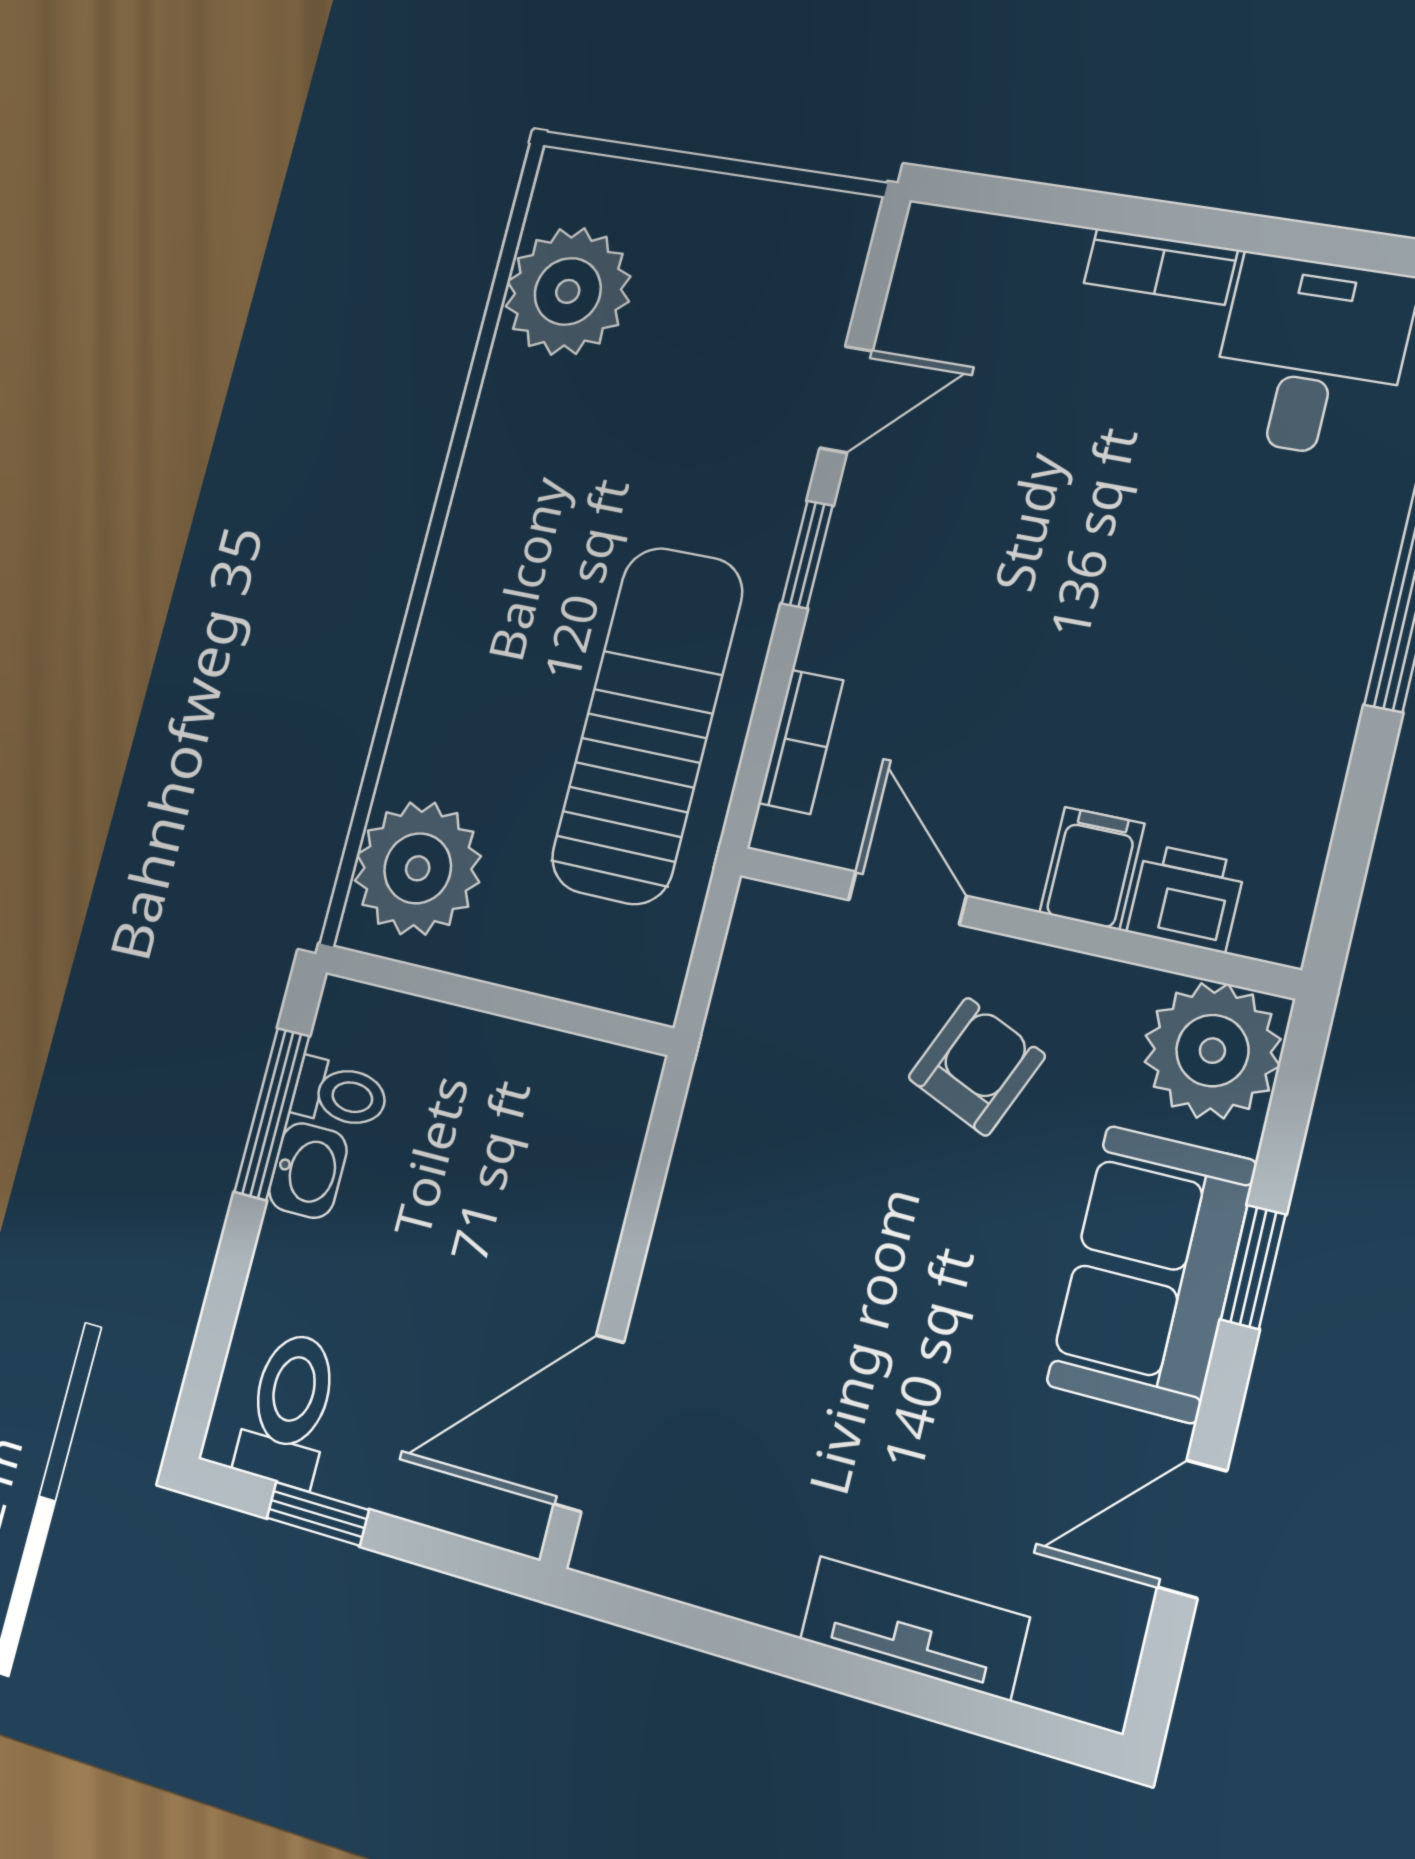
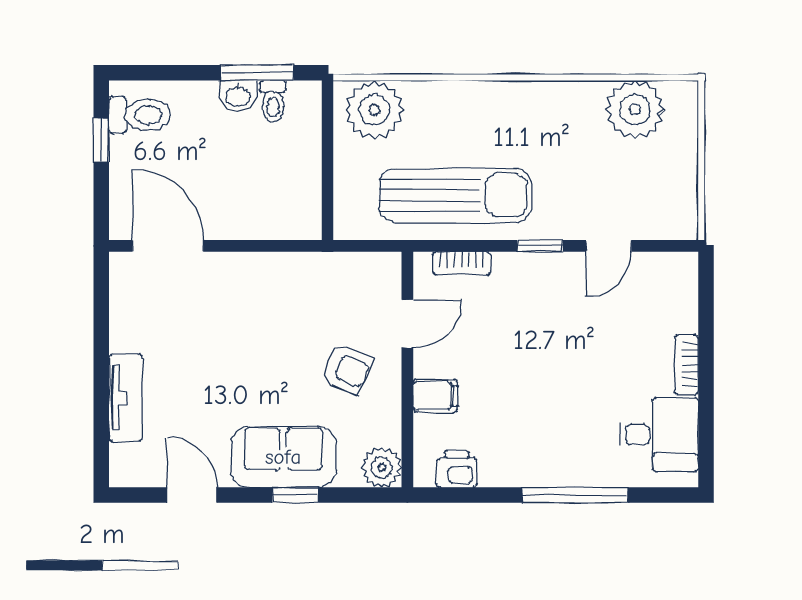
door: (846, 399) -> (609, 246), hinge flipped
printer: (1186, 898) -> (457, 469), moved, turned -90
plant: (1212, 1051) -> (382, 467), width x0.73, depth x0.73

